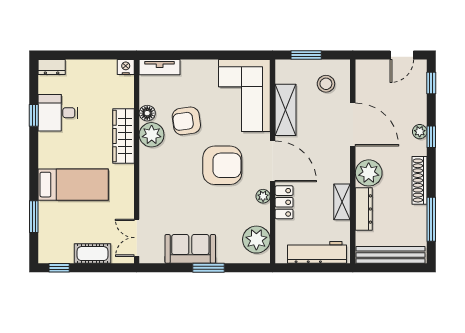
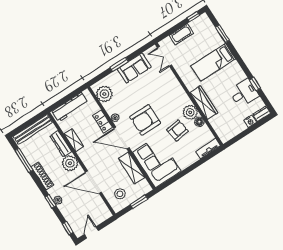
nightstand: (126, 67) -> (250, 121), moved
double door: (137, 238) -> (165, 56), swing flipped

